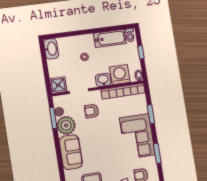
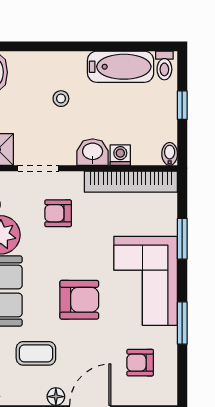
washing machine: (120, 75) -> (120, 155), width x0.53, depth x0.53
armchair: (108, 150) -> (79, 300), added

